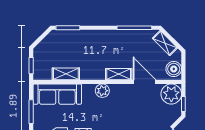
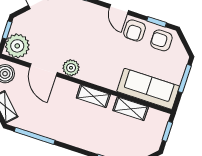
shelving: (119, 74) -> (93, 96), moved
plant: (102, 91) -> (71, 68), moved

